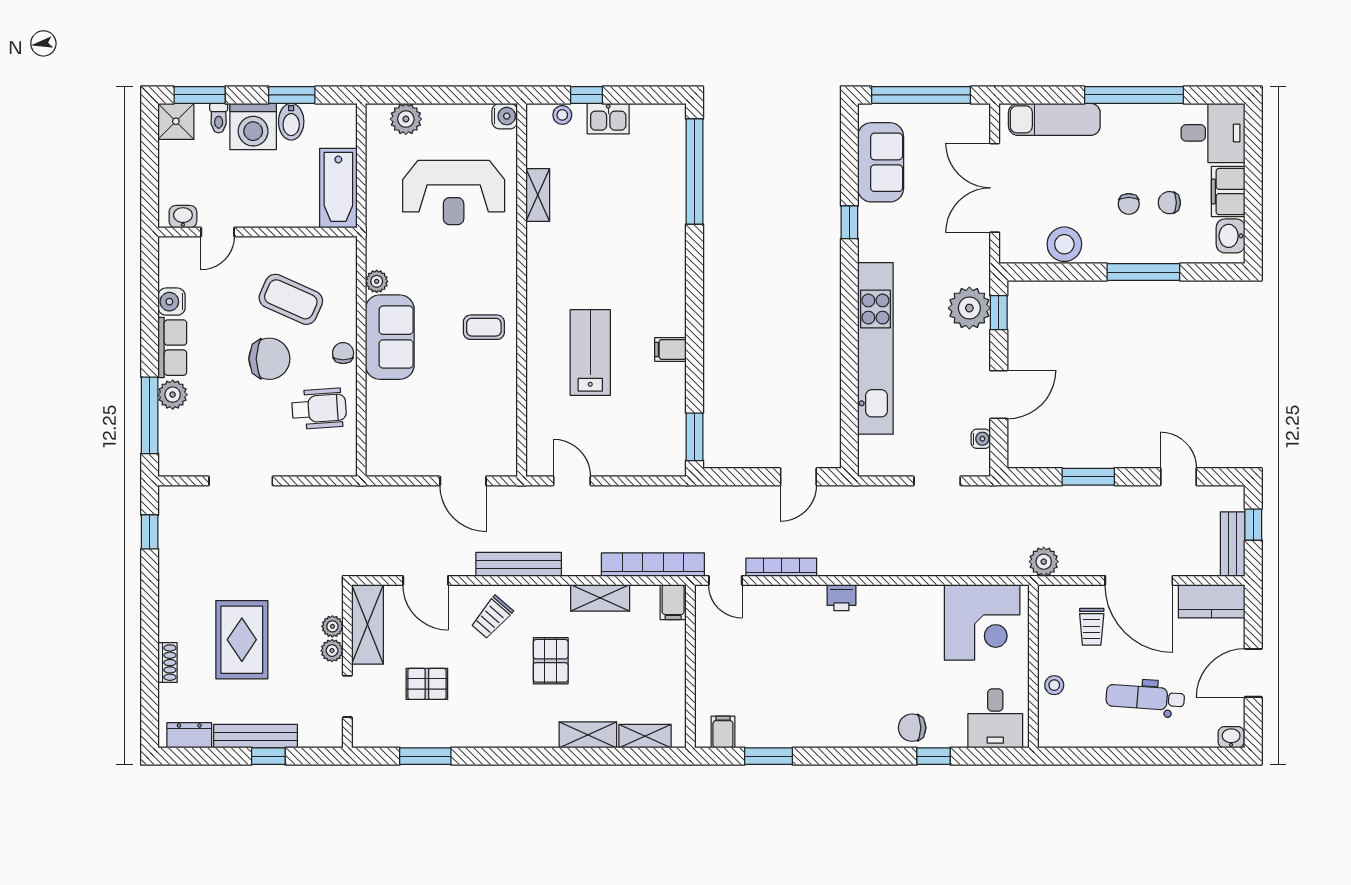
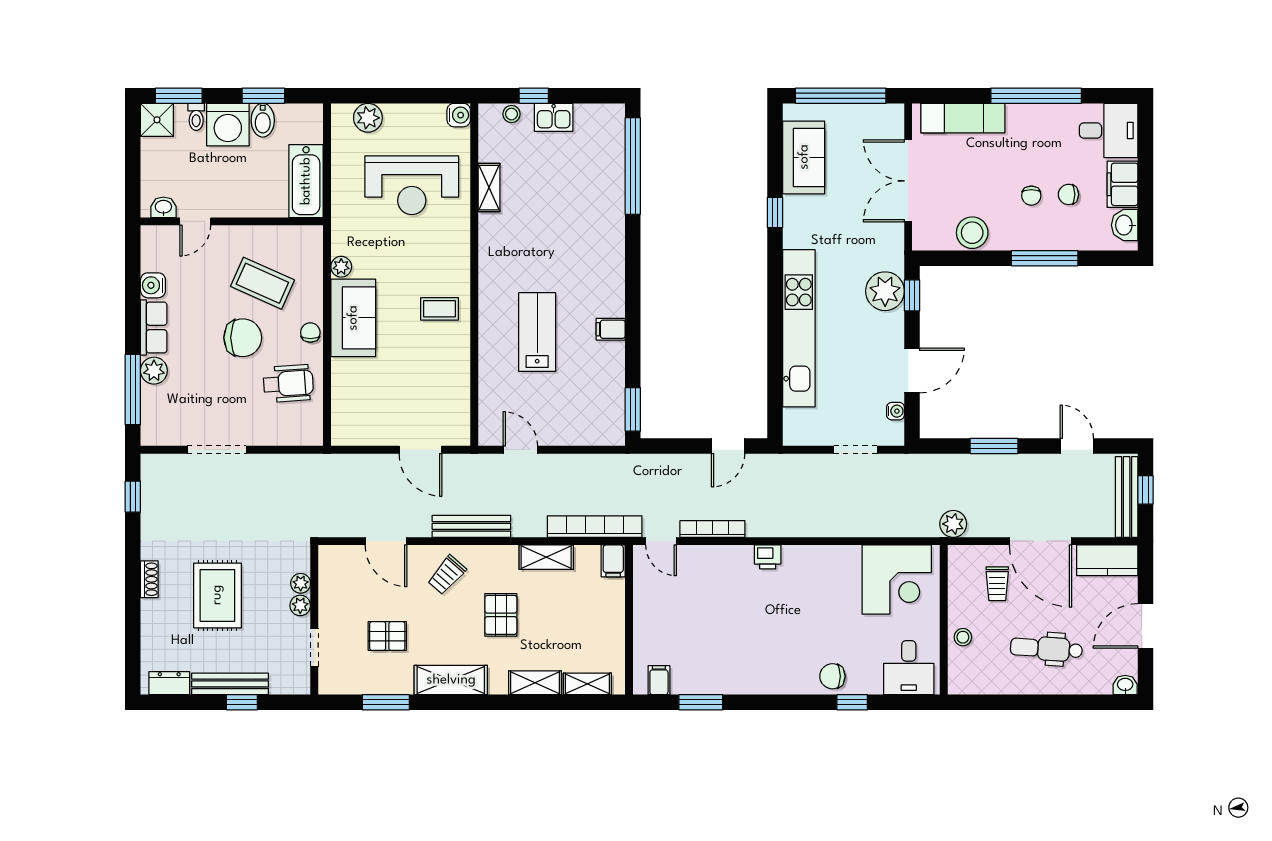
bench: (1233, 544) -> (1127, 497), width x1.36
shelving: (367, 624) -> (451, 680), moved, turned 90
shoe rack: (168, 663) -> (149, 579), moved

